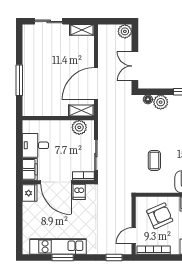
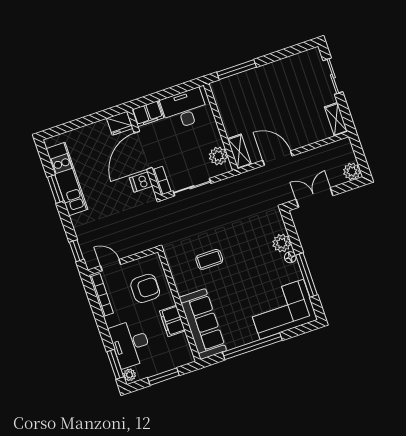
window: (19, 80) -> (237, 70), moved
door: (96, 84) -> (277, 158), width x0.73
floor lamp: (148, 99) -> (290, 257), moved
desk: (35, 145) -> (184, 109), width x1.37
armchair: (160, 216) -> (145, 288), turned -66

